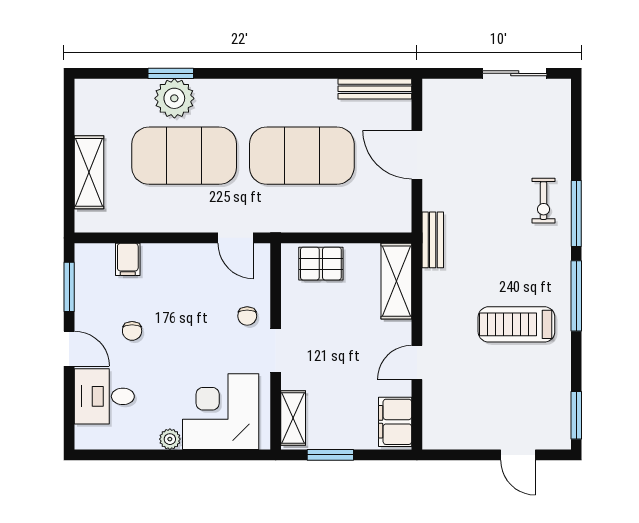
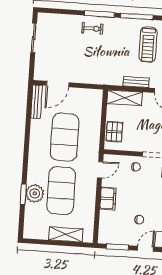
door: (417, 155) -> (58, 84), moved
bench: (433, 240) -> (136, 82), moved
filing cabinet: (128, 259) -> (108, 198), moved, width x2.00

